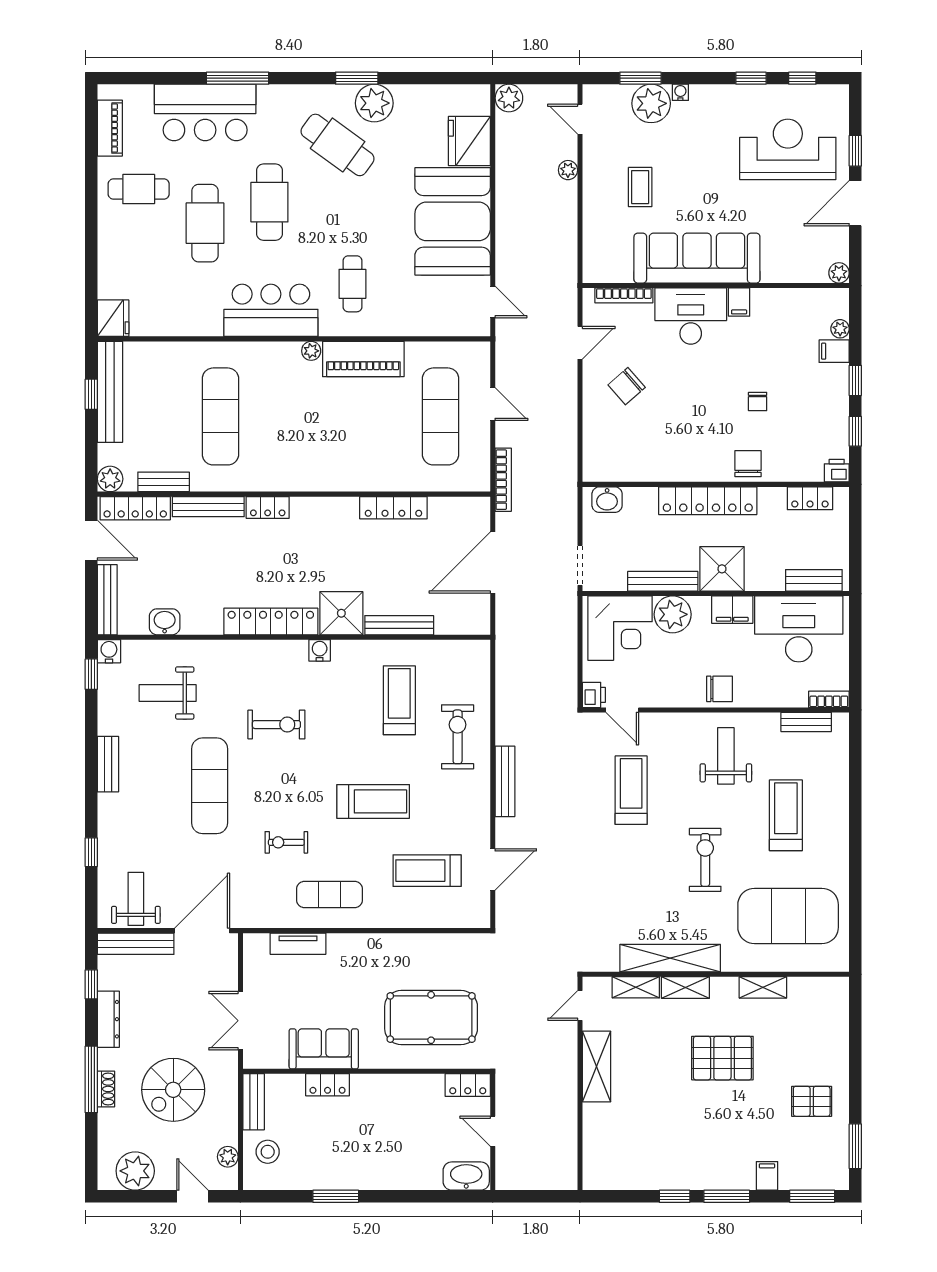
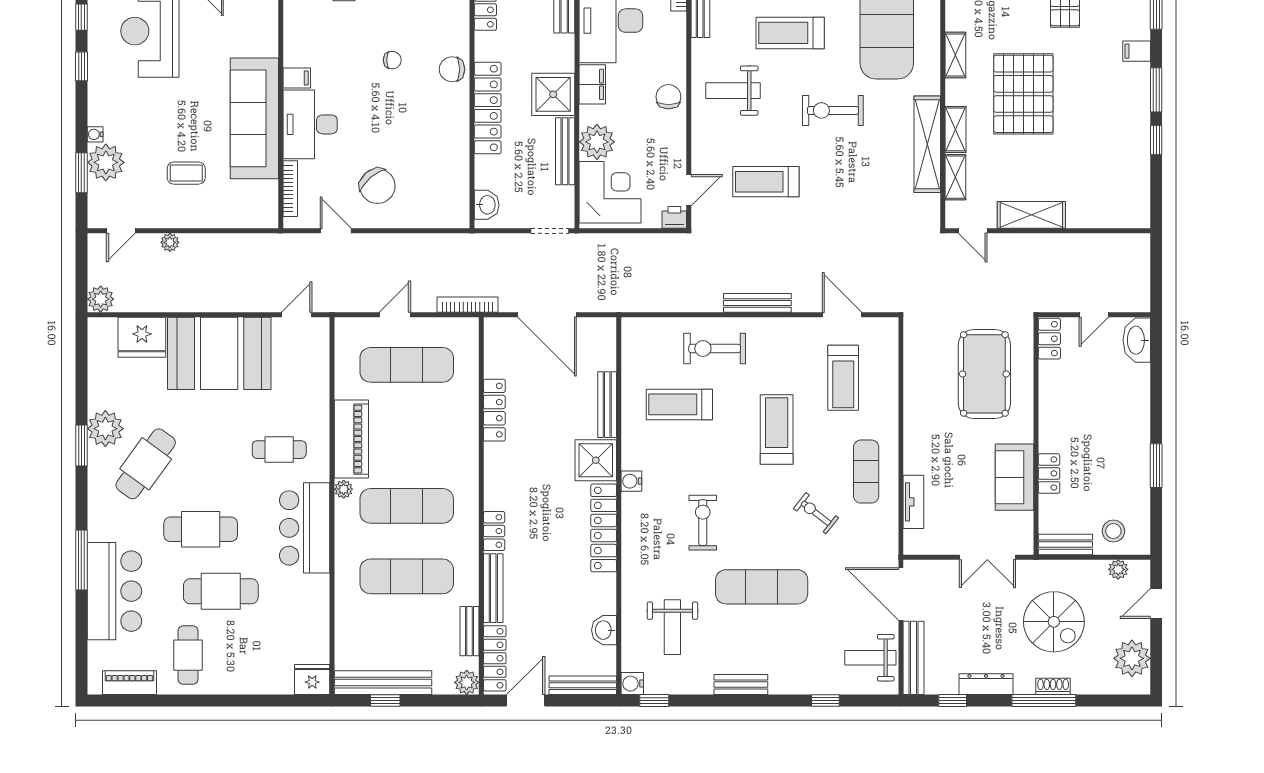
chair: (627, 386) -> (377, 186), width x1.37, depth x1.37
exercise mat: (294, 416) -> (407, 506), added
exercise bike: (286, 842) -> (816, 513), turned 128
pallet: (722, 1058) -> (1023, 94), width x1.37, depth x1.41

